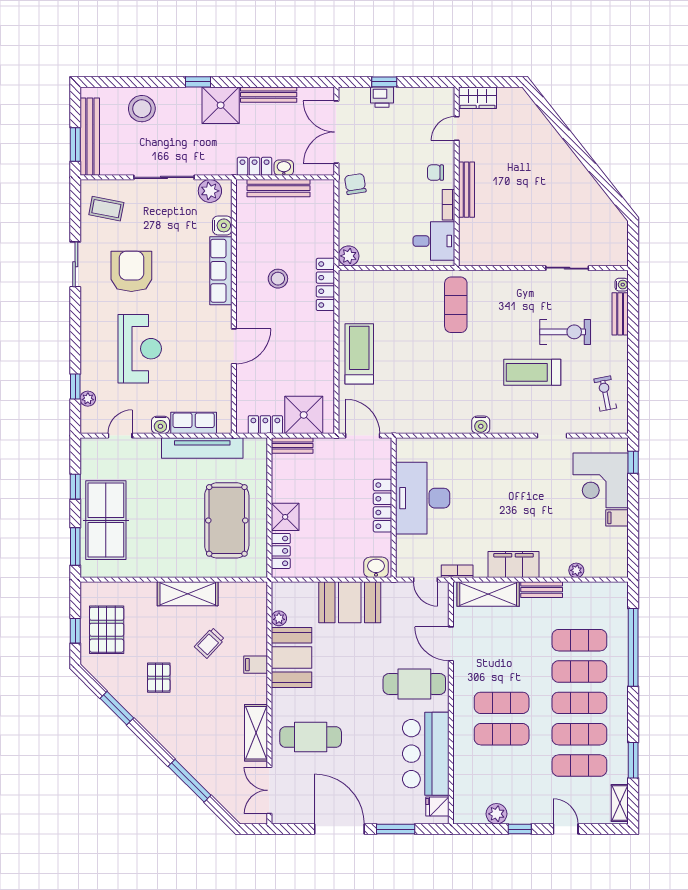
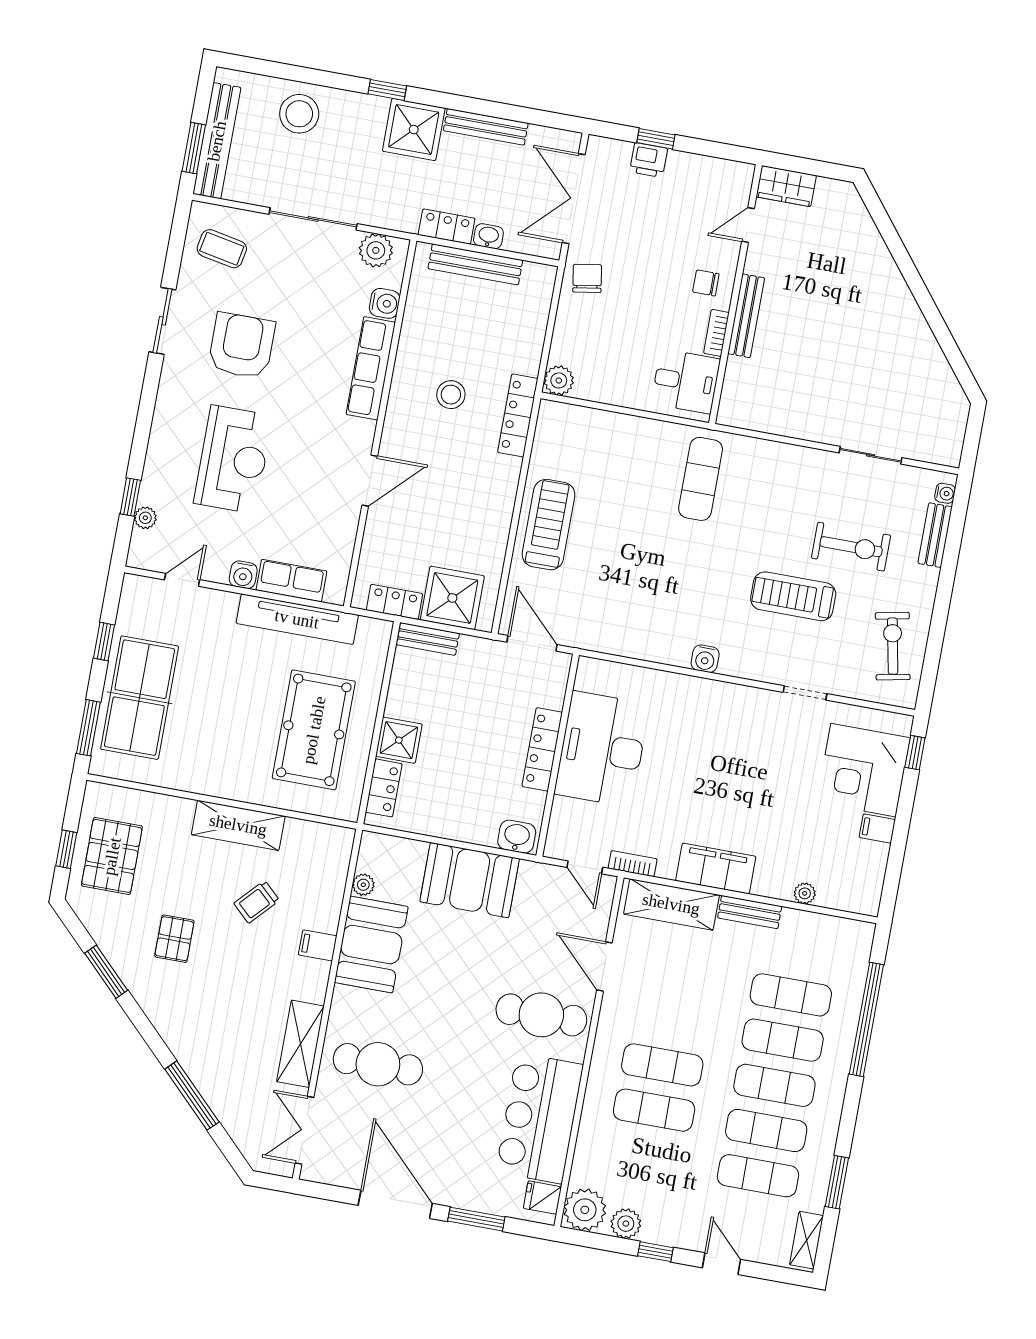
exercise bike: (605, 394) -> (893, 646), width x1.38, depth x1.39
plant: (467, 810) -> (585, 1210), added

